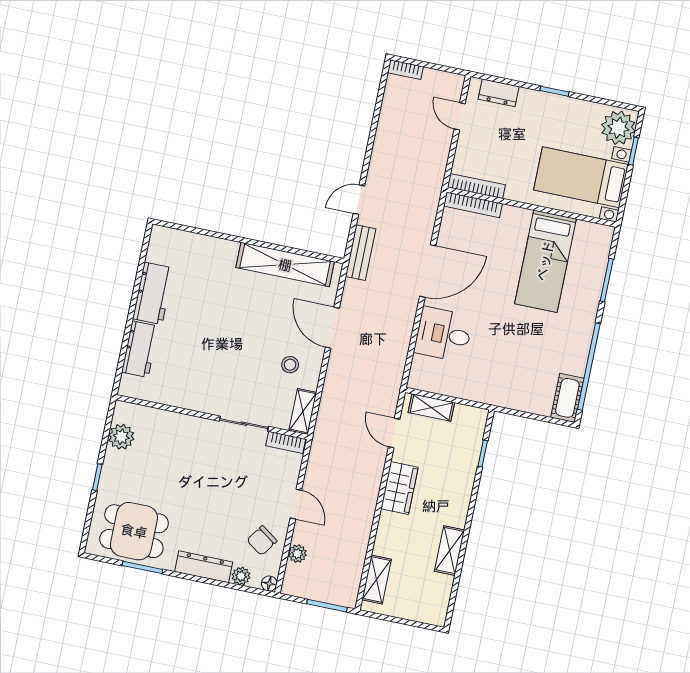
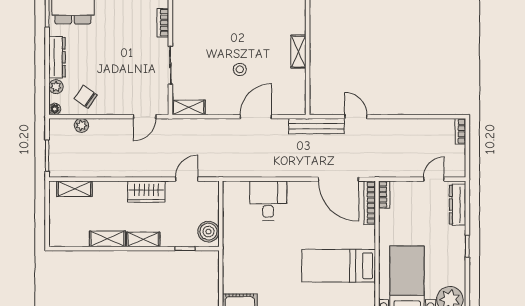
dresser: (499, 93) -> (457, 205), width x1.44
bookcase: (476, 186) -> (384, 195), width x0.64
bench: (361, 253) -> (316, 126), width x1.36
shelving: (285, 265) -> (298, 52), width x0.45, depth x0.75
door: (428, 271) -> (338, 179), moved
stool: (290, 365) -> (240, 69), moved
shelving: (431, 408) -> (143, 239), moved, turned 90
boiler: (467, 419) -> (209, 232), added
bookcase: (286, 442) -> (163, 23), moved
door: (296, 504) -> (145, 117), moved

